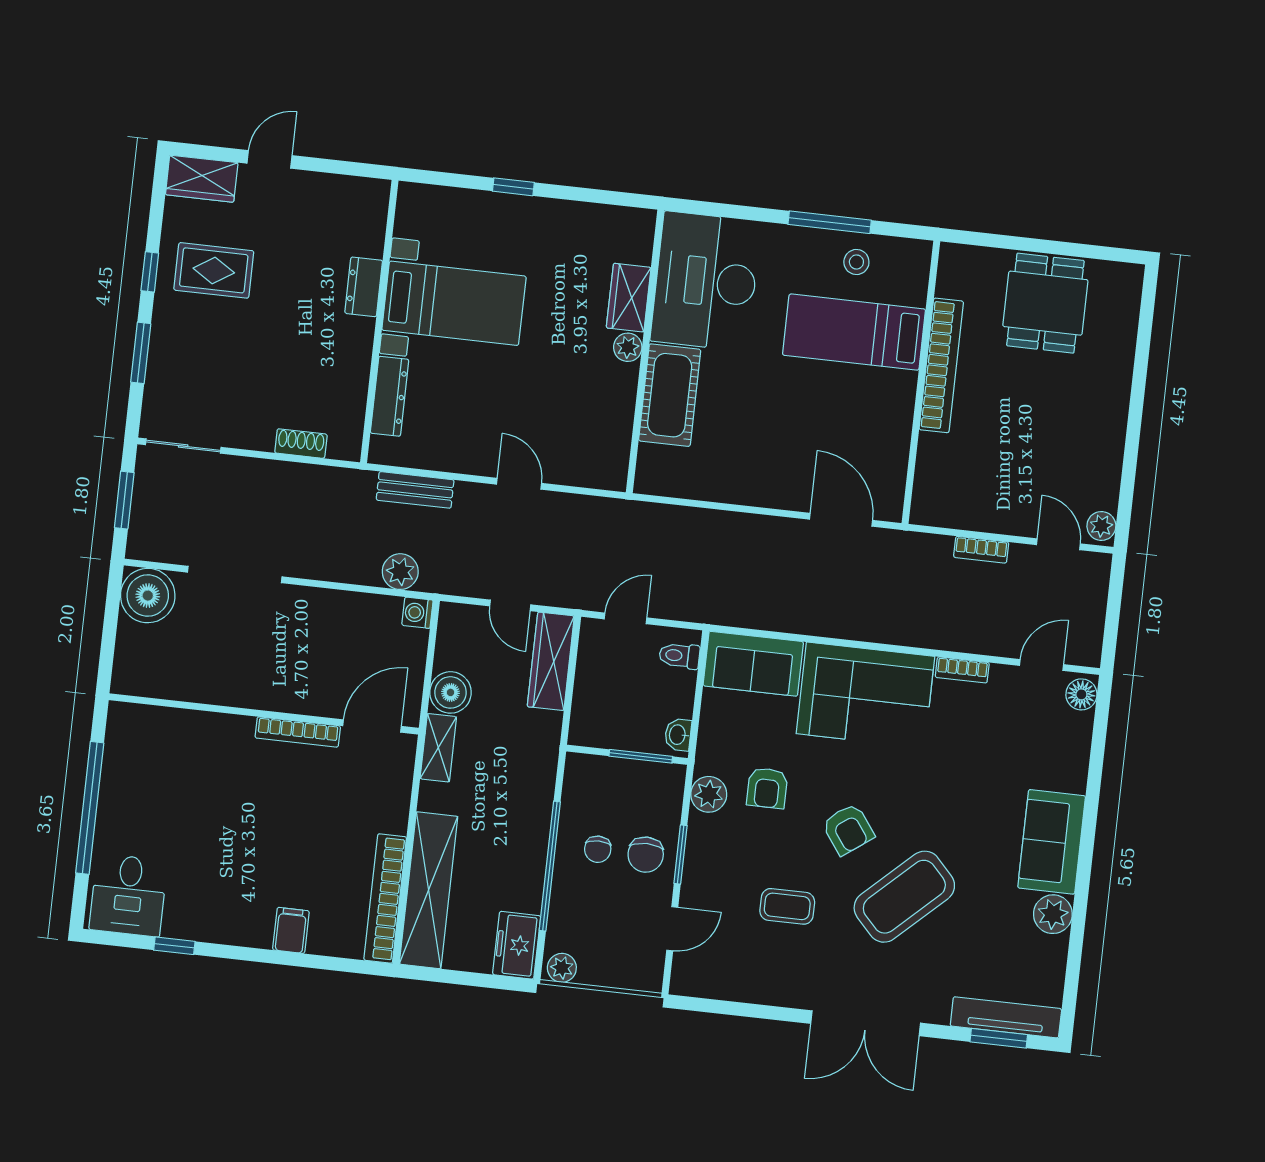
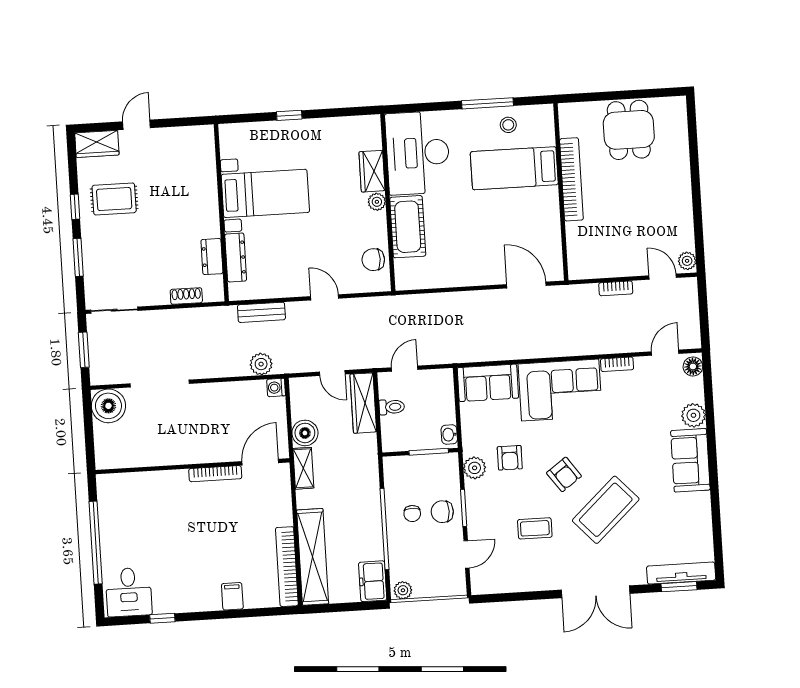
dresser: (364, 287) -> (212, 257), moved
chair: (606, 438) -> (373, 260), added
toilet: (679, 656) -> (392, 407), moved, turned 180
chair: (646, 855) -> (442, 512), turned 90
plant: (1053, 914) -> (693, 415), moved

